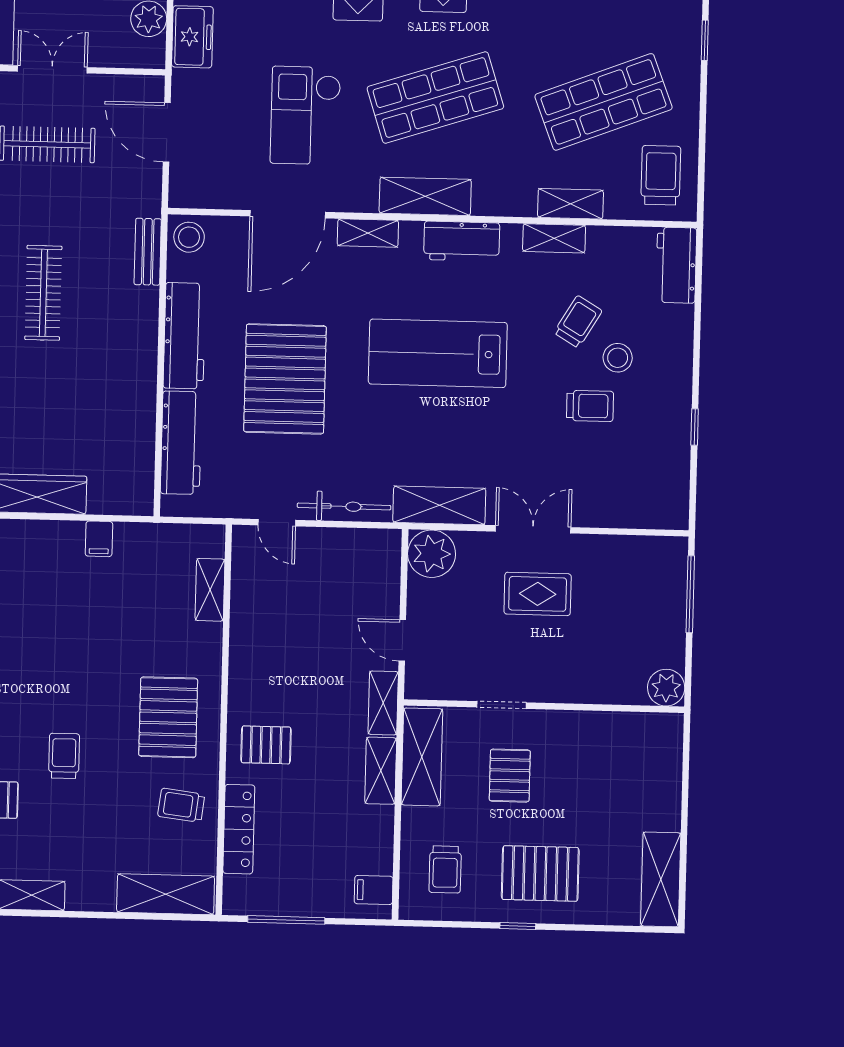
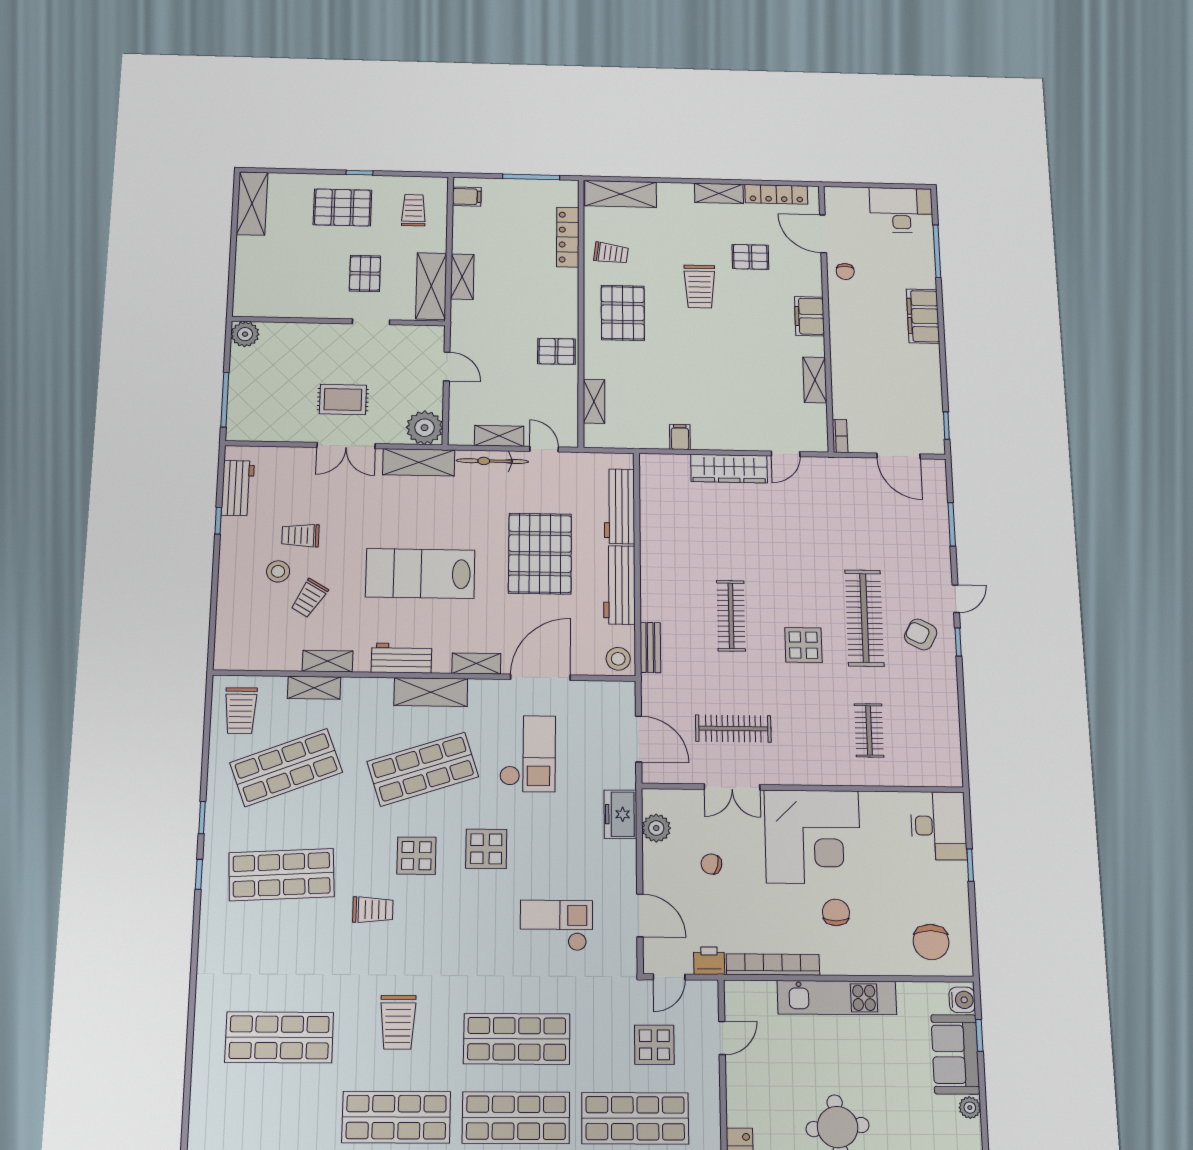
workbench: (676, 265) -> (238, 488), moved
lab bench: (438, 353) -> (420, 574), turned 180
shelving: (383, 703) -> (499, 436), moved, turned 90
pallet: (266, 745) -> (556, 351), moved
trolley: (64, 756) -> (700, 286), width x1.36, depth x1.39

